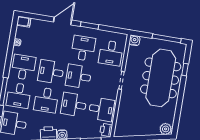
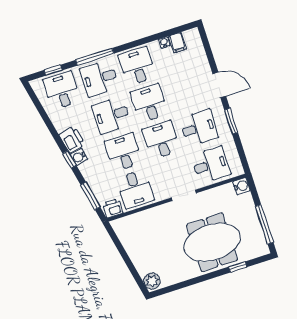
filing cabinet: (24, 22) -> (177, 43), moved
desk: (111, 53) -> (211, 165), turned 180
desk: (23, 67) -> (137, 66), turned -90
meeting table: (161, 78) -> (212, 242), width x0.73

